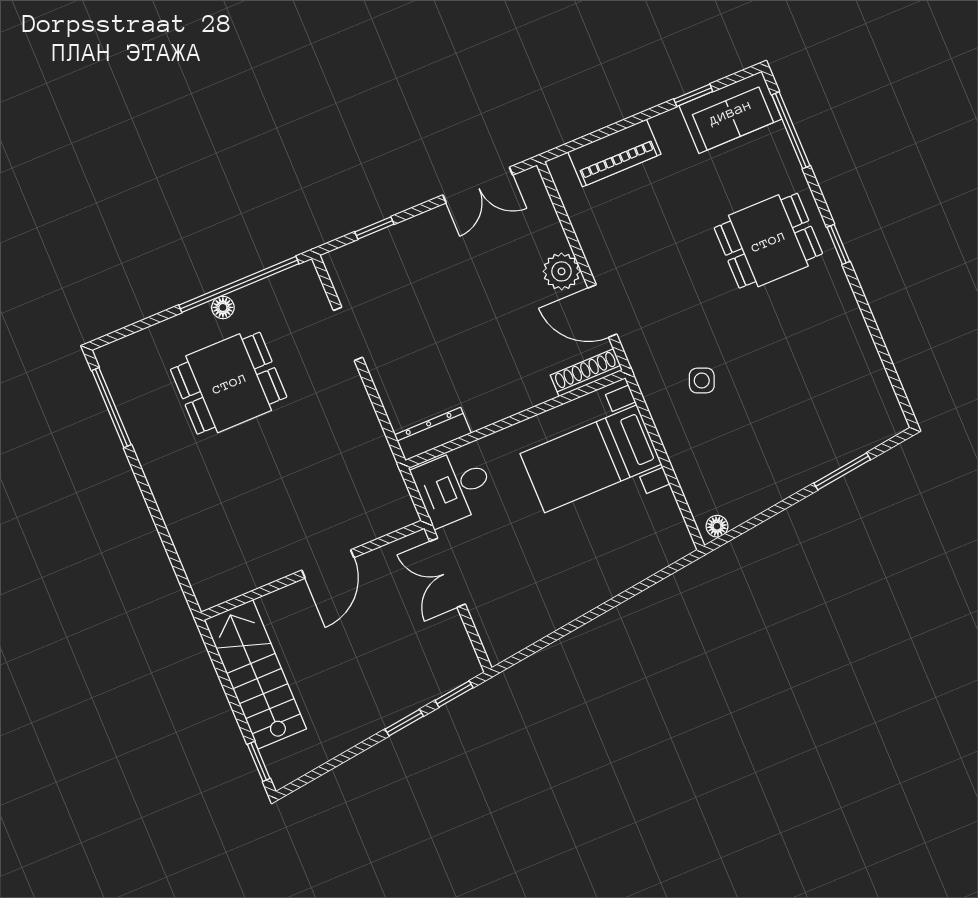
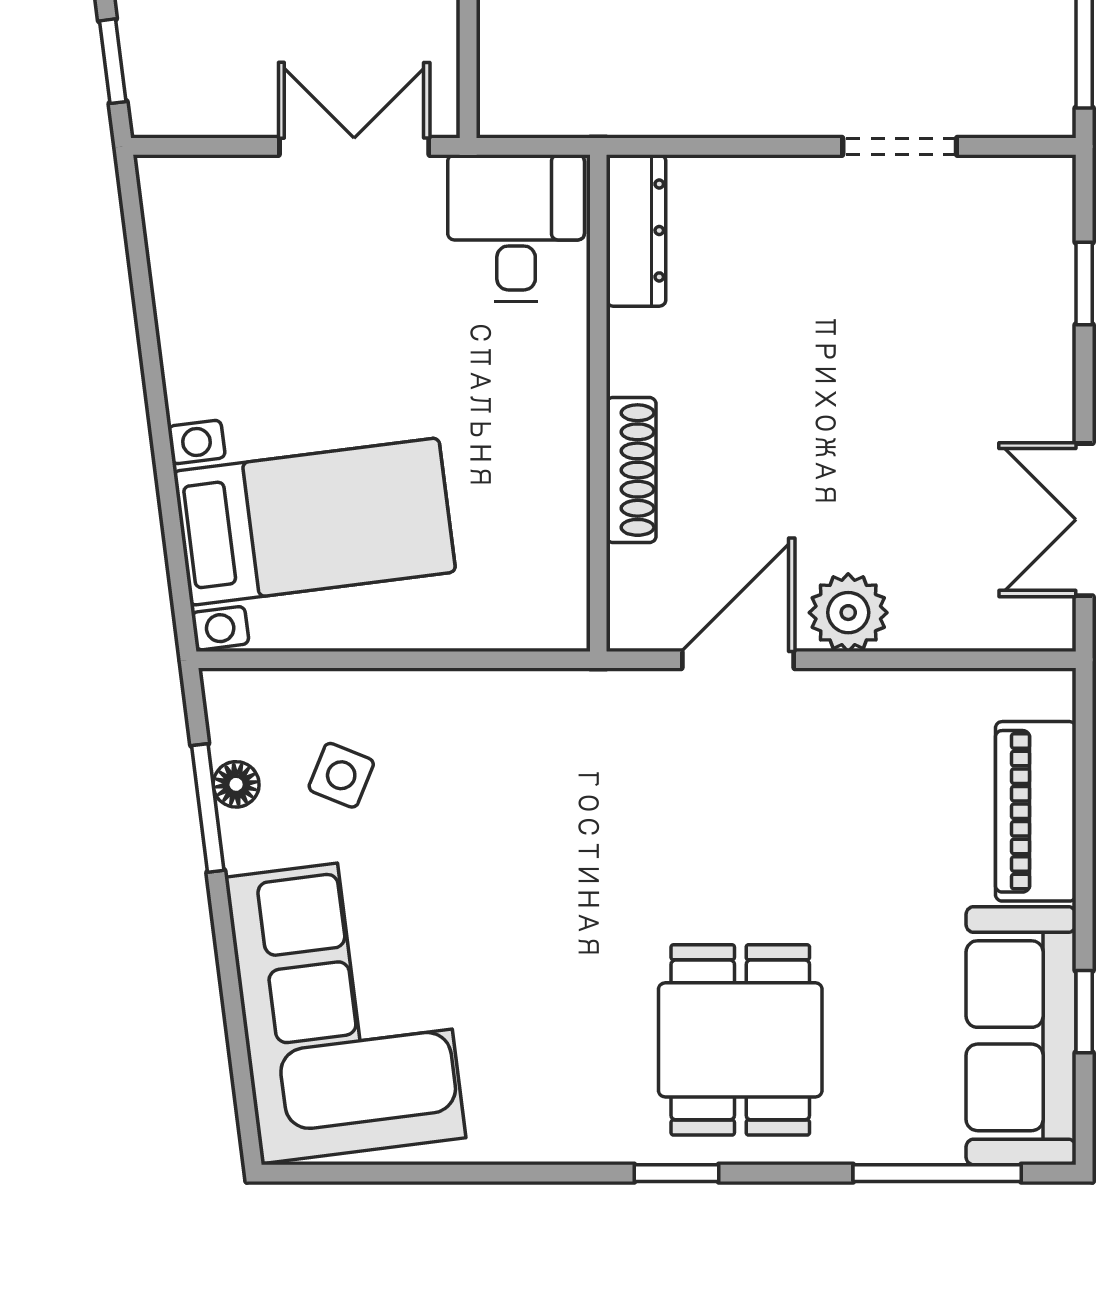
sofa: (730, 112) -> (1021, 1036), width x1.36
shoe rack: (586, 373) -> (631, 470), moved
side table: (702, 380) -> (341, 775), moved
corner sofa: (826, 420) -> (345, 1008), added
bed with nightstands: (591, 459) -> (314, 522), moved, turned 83
window: (842, 471) -> (208, 808), moved
floor lamp: (717, 526) -> (236, 784), moved

